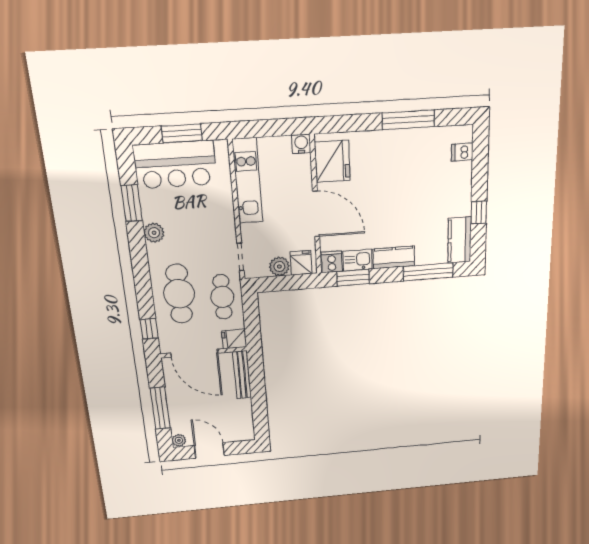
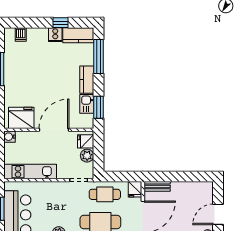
cooker: (332, 262) -> (55, 35), moved, turned -90
bench: (242, 375) -> (157, 186), width x0.73

